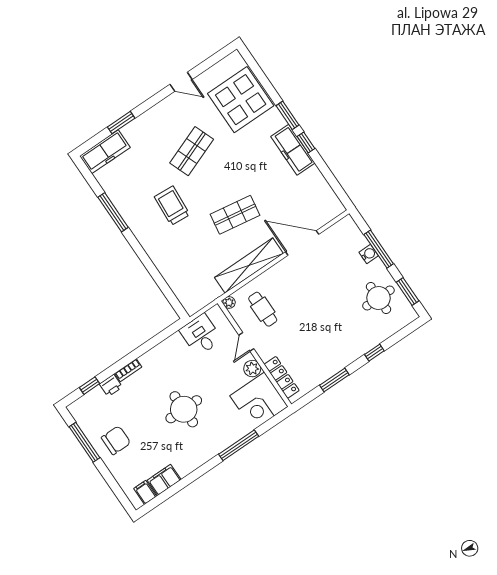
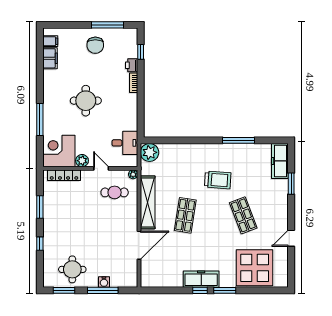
plant: (193, 301) -> (150, 152), added

